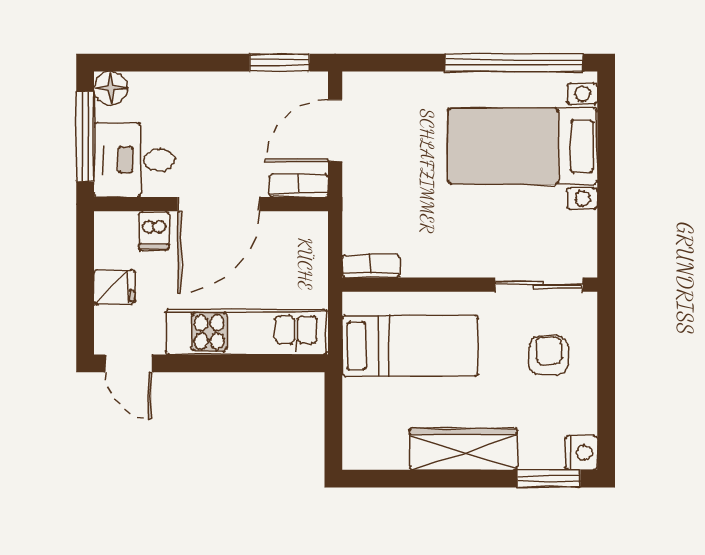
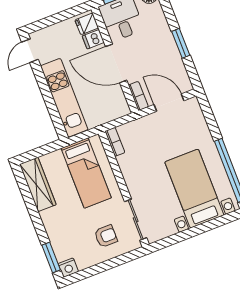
window: (280, 63) -> (181, 43), moved
fridge: (114, 287) -> (87, 24), moved, turned 90
wardrobe: (463, 449) -> (38, 184), moved

